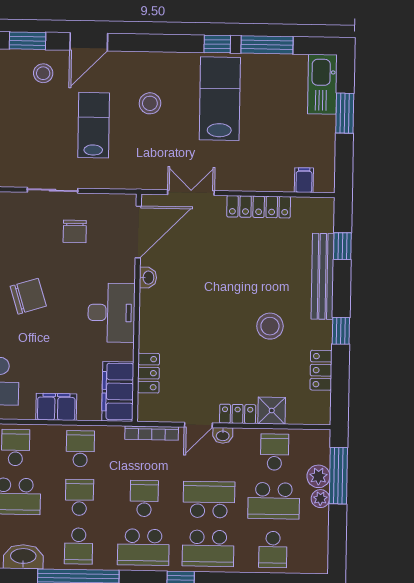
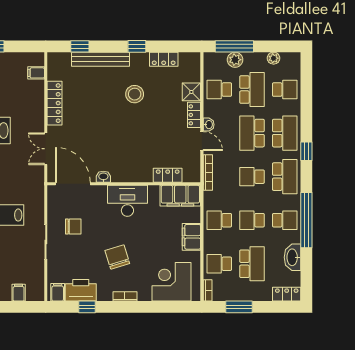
plant: (320, 499) -> (274, 58), moved

